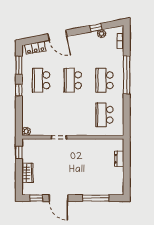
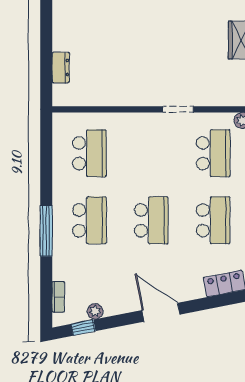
window: (96, 28) -> (83, 328), moved
door: (57, 35) -> (161, 312), moved
window: (127, 75) -> (46, 231), width x0.68
school desk: (41, 115) -> (213, 153), added

